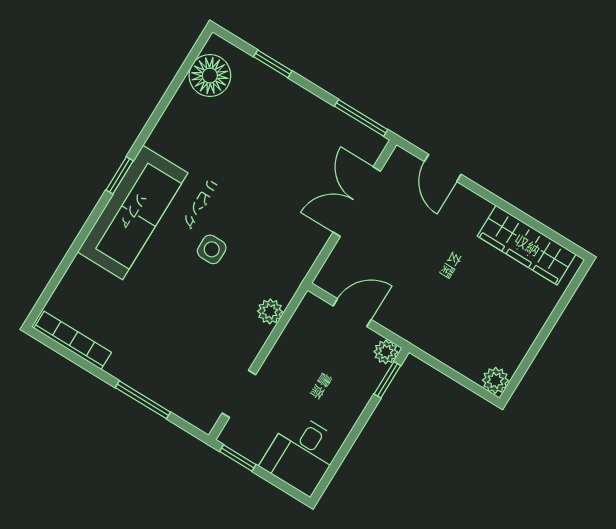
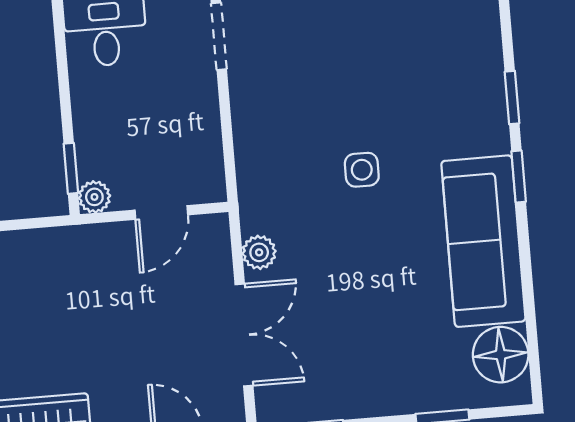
sofa: (133, 212) -> (483, 241), moved
window: (88, 226) -> (512, 97), added
plant: (270, 311) -> (259, 252), moved

